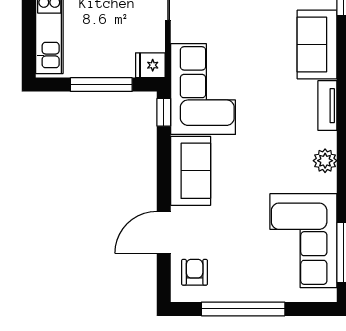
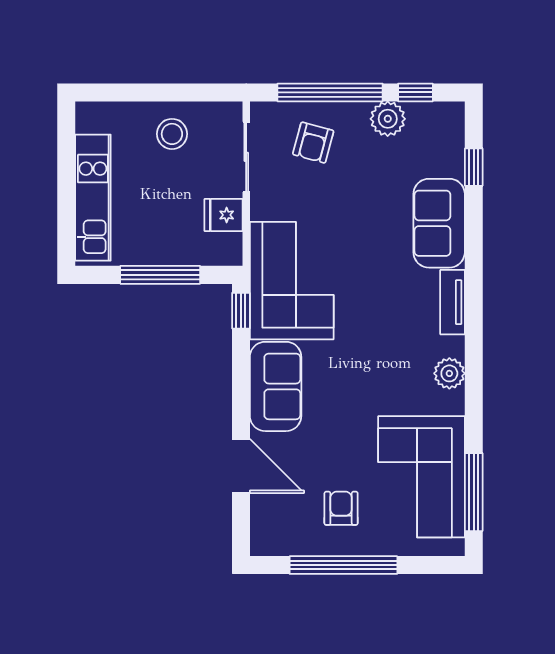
fridge: (150, 65) -> (224, 215), moved
door: (164, 232) -> (241, 466), swing flipped
armchair: (195, 272) -> (341, 508), moved

